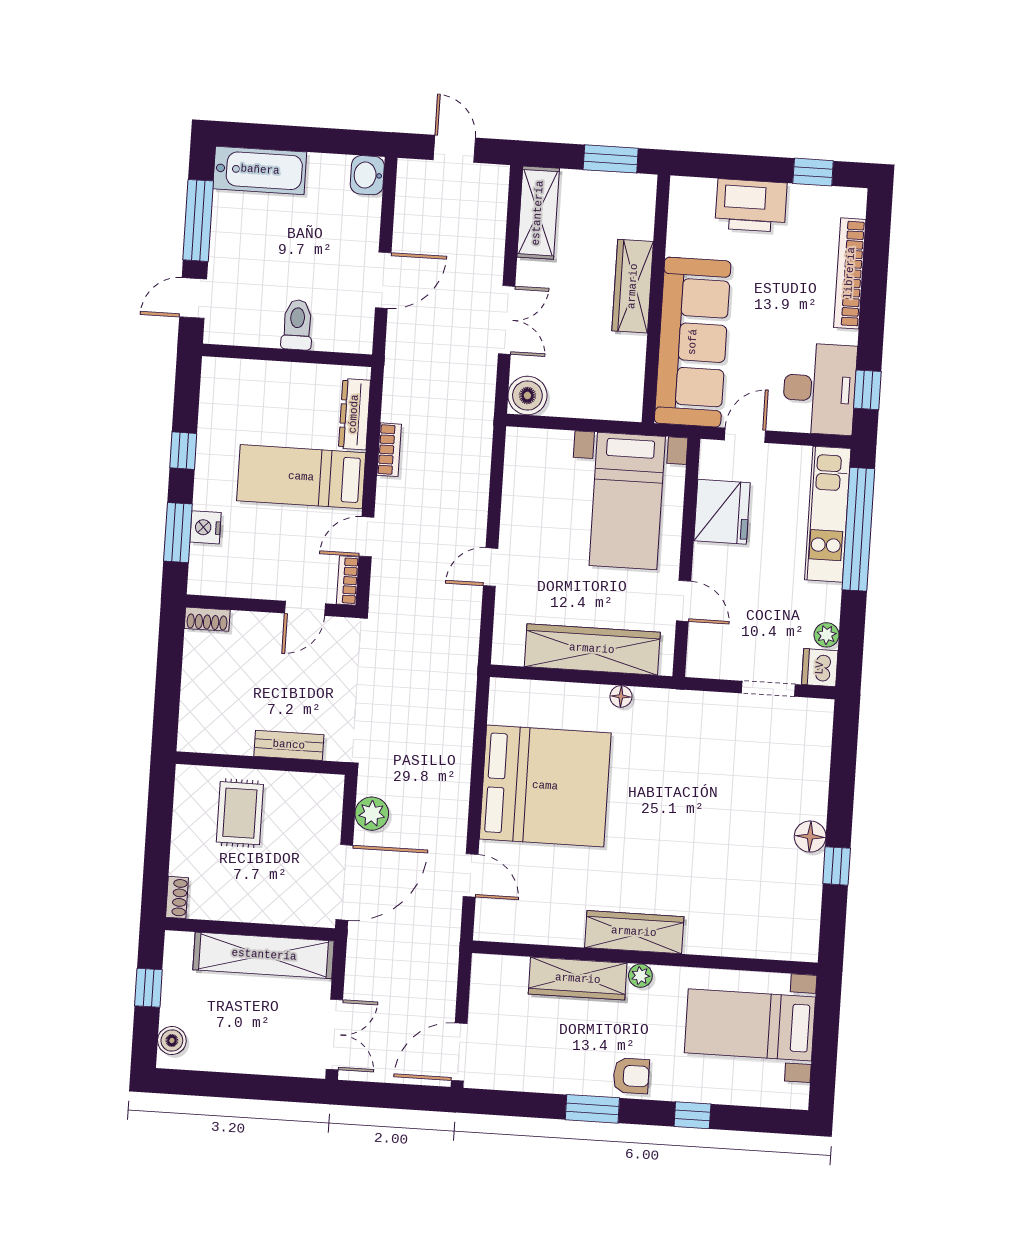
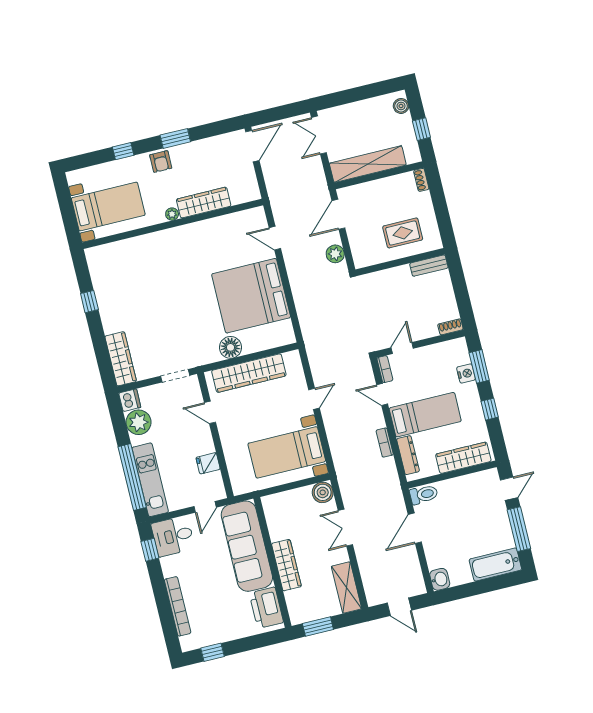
printer: (751, 206) -> (266, 608), moved, turned -90
toilet: (297, 325) -> (424, 494), moved, turned -90
wardrobe: (257, 379) -> (463, 458), added
desk: (819, 389) -> (173, 536), width x0.73
bed with nightstands: (627, 501) -> (287, 452), moved, turned -90
fridge: (722, 512) -> (208, 463), width x0.53, depth x0.75
door: (367, 537) -> (382, 394), swing flipped
plant: (827, 635) -> (139, 422), width x1.88, depth x1.88
doorway: (768, 689) -> (175, 376), moved
floor lamp: (621, 696) -> (230, 347), width x1.89, depth x1.89
bench: (289, 745) -> (429, 266), moved
rug: (240, 813) -> (403, 233), turned 90
floor lamp: (810, 837) -> (108, 312), removed
door: (344, 882) -> (338, 214), width x0.73
wardrobe: (634, 932) -> (121, 359), moved, turned -90
armchair: (631, 1076) -> (161, 162), turned -90

